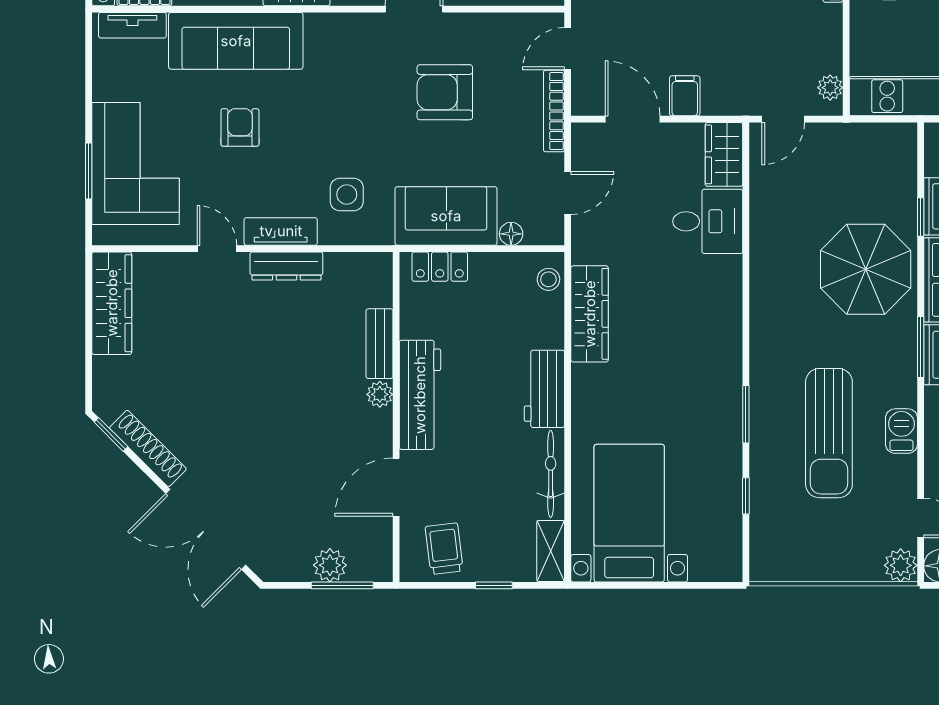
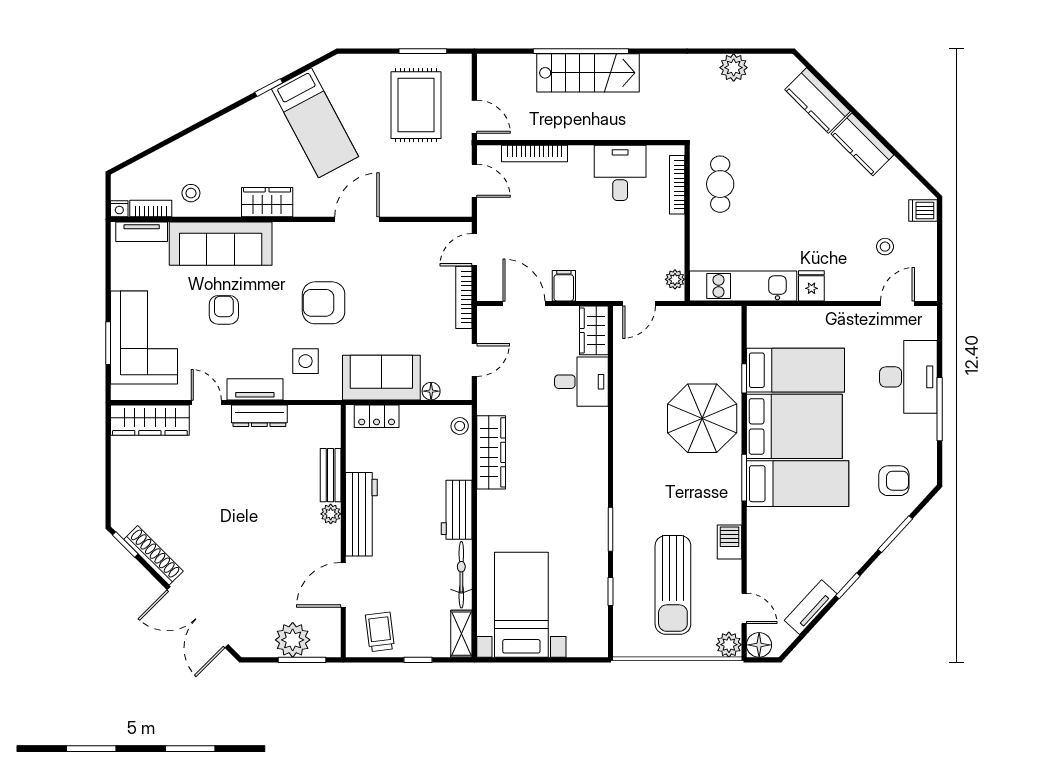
armchair: (445, 92) -> (324, 303), moved
wardrobe: (112, 303) -> (150, 420), moved, turned 90
sun lounger: (829, 433) -> (673, 585), moved
plant: (330, 565) -> (293, 640), width x1.36, depth x1.36

